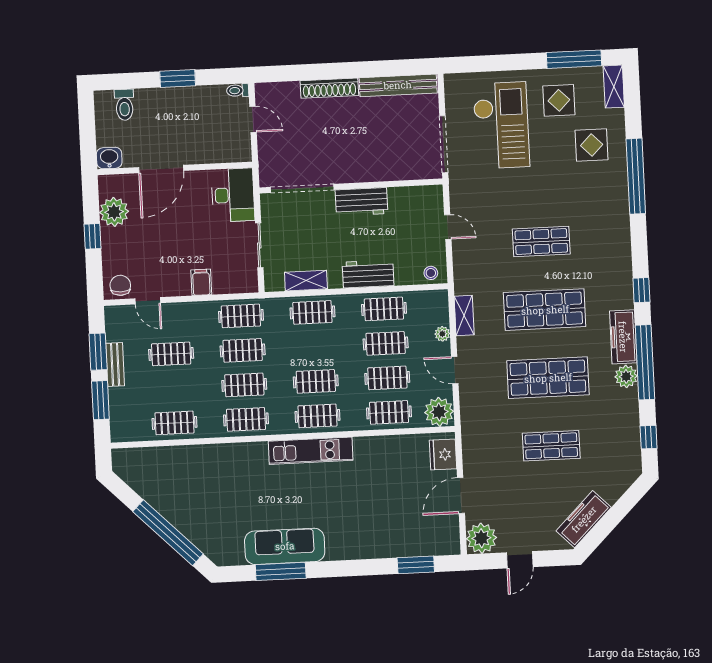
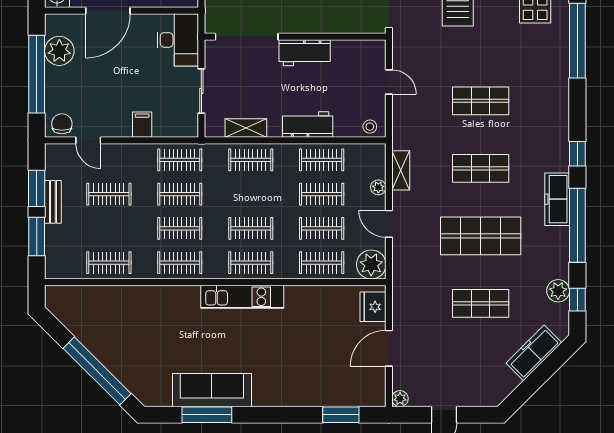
window: (92, 236) -> (37, 74), width x3.17
shop shelf: (545, 310) -> (481, 168), width x0.70, depth x0.74
plant: (626, 376) -> (558, 291), moved
freezer: (584, 519) -> (534, 353), moved
plant: (481, 538) -> (400, 399), width x0.53, depth x0.53

